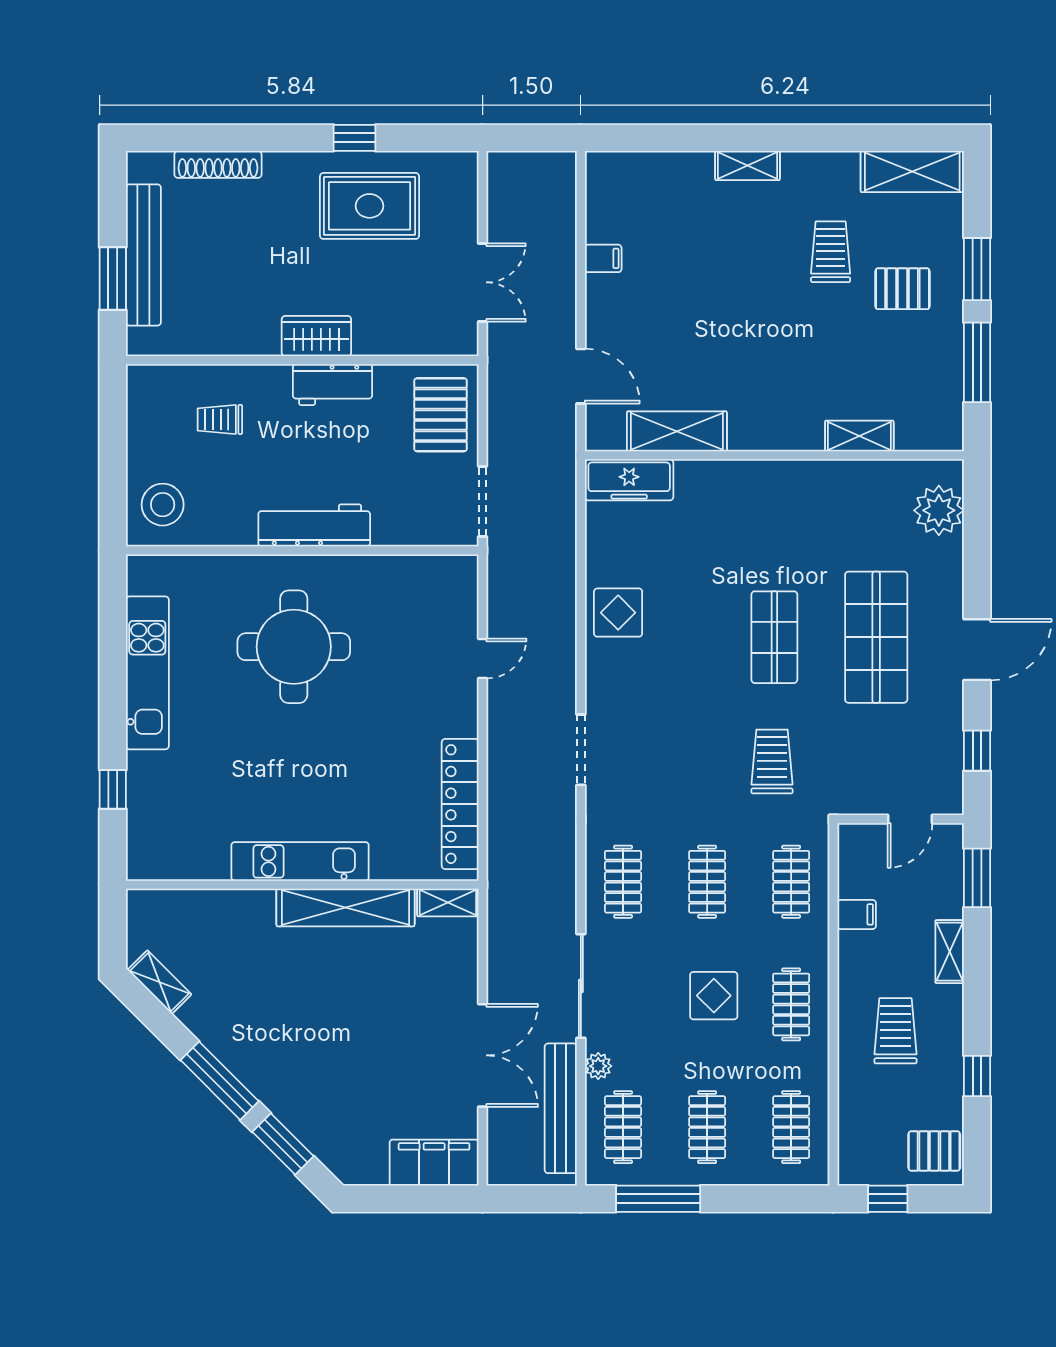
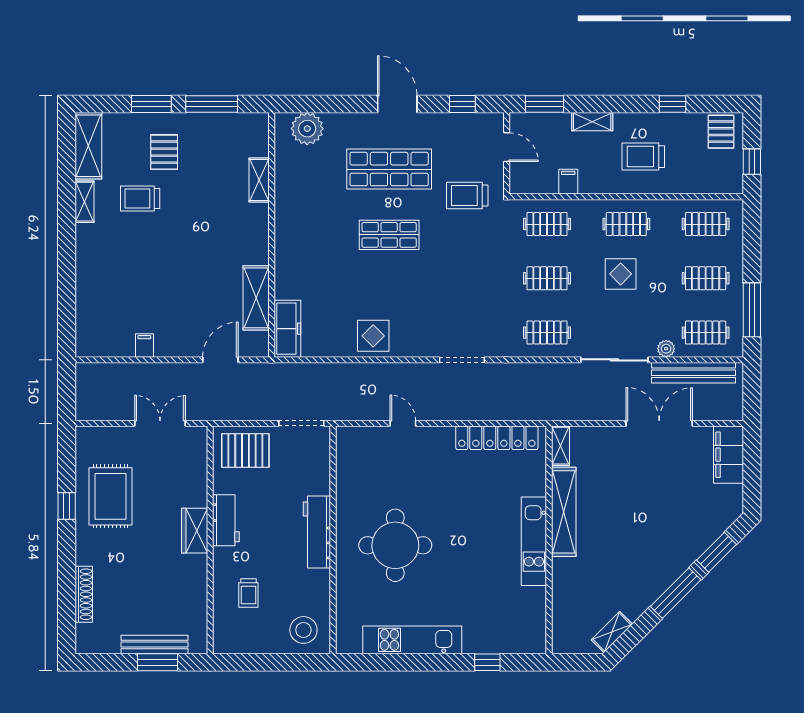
shelving: (747, 166) -> (84, 202), moved
bench: (143, 255) -> (154, 644), width x0.73, depth x0.82
trolley: (772, 762) -> (467, 195), moved

